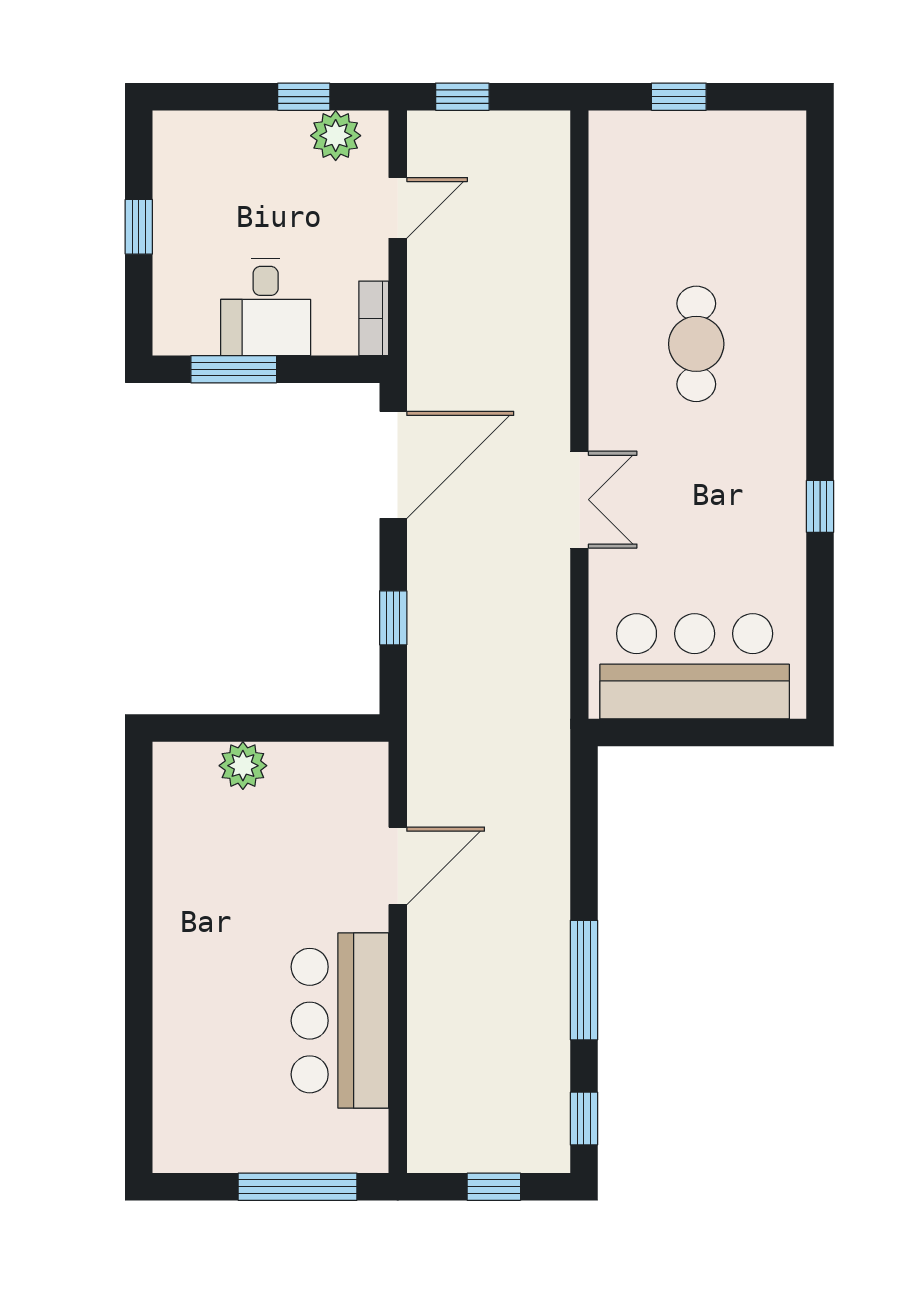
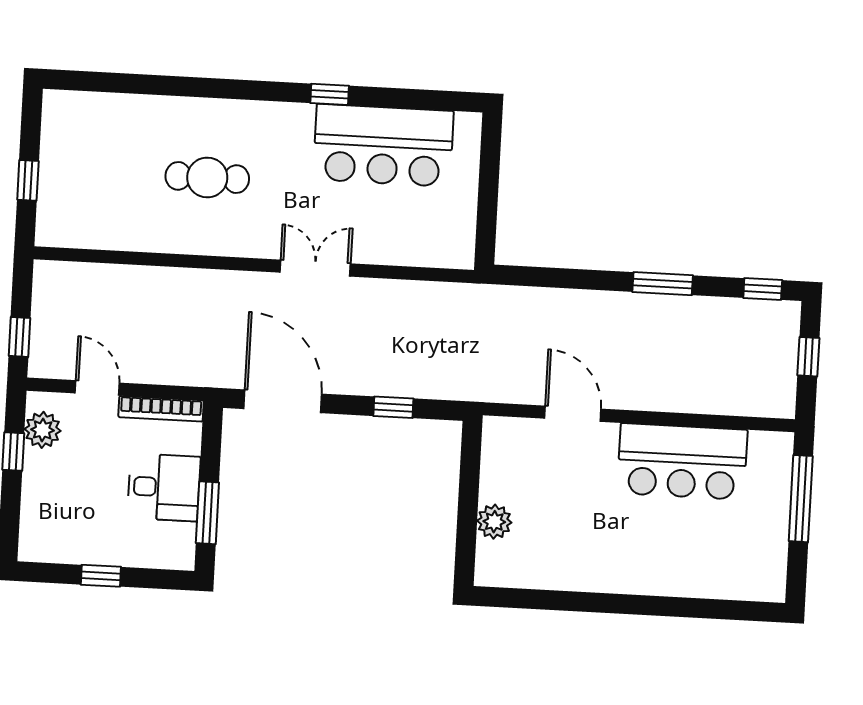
bookcase: (374, 318) -> (161, 409), width x1.56
bar counter: (695, 666) -> (383, 145), moved, turned -90
window: (584, 980) -> (663, 284), width x0.69

